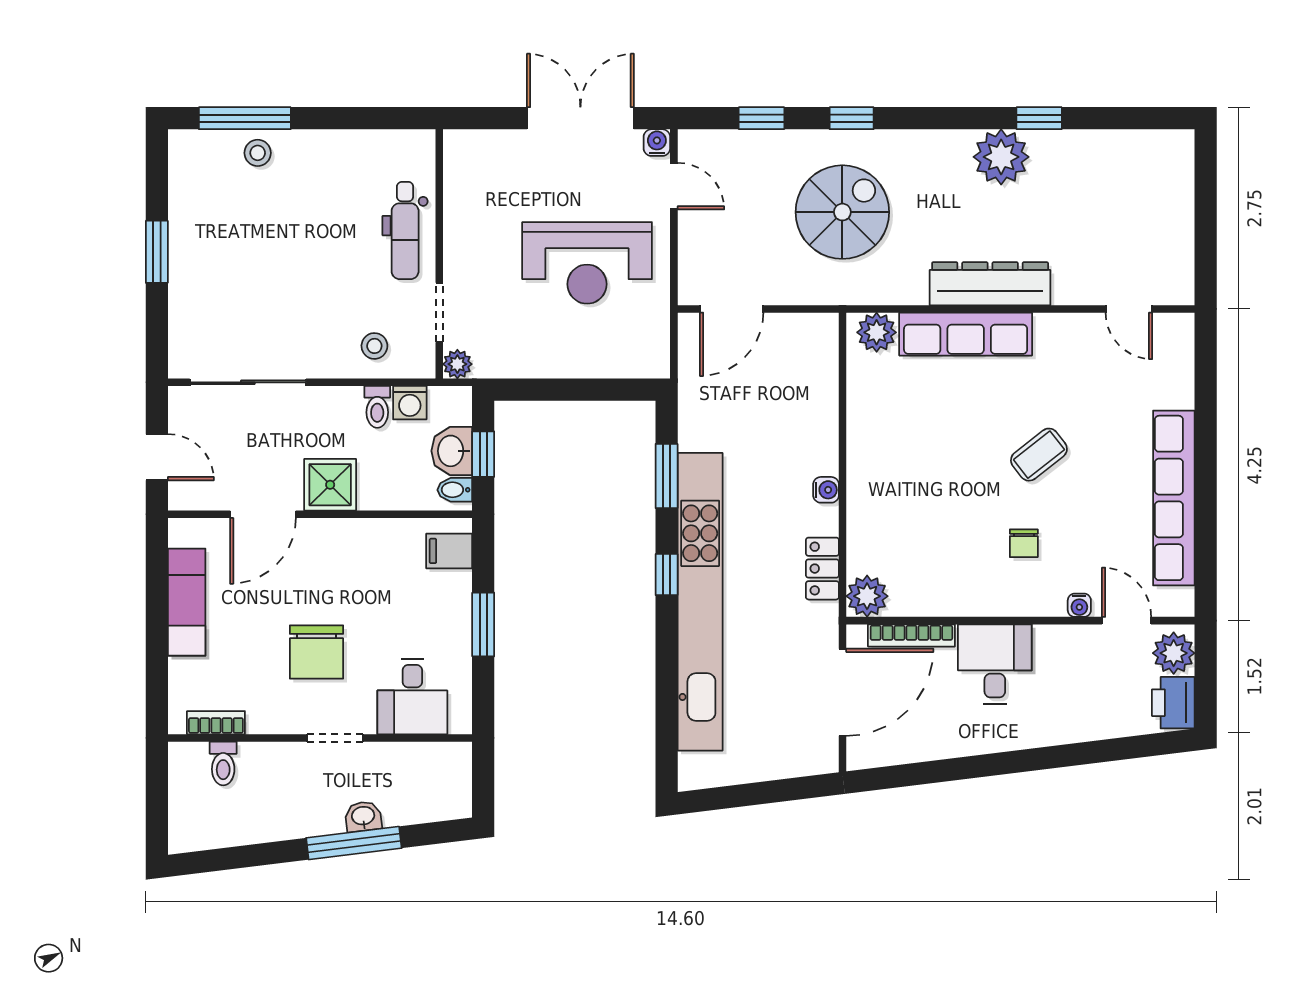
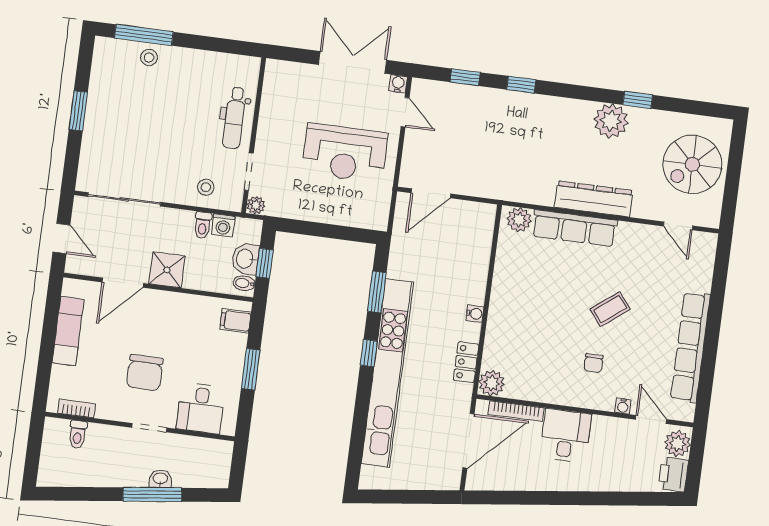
spiral stairs: (842, 212) -> (692, 164), moved, turned 180

